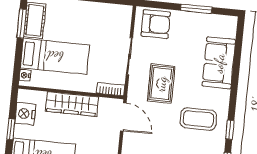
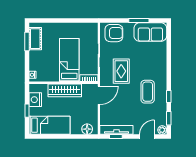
bed: (55, 56) -> (69, 60), moved, turned -90
sofa: (219, 63) -> (150, 32), moved, turned -90
door: (123, 117) -> (99, 95), hinge flipped
coffee table: (198, 119) -> (148, 92), turned 90

